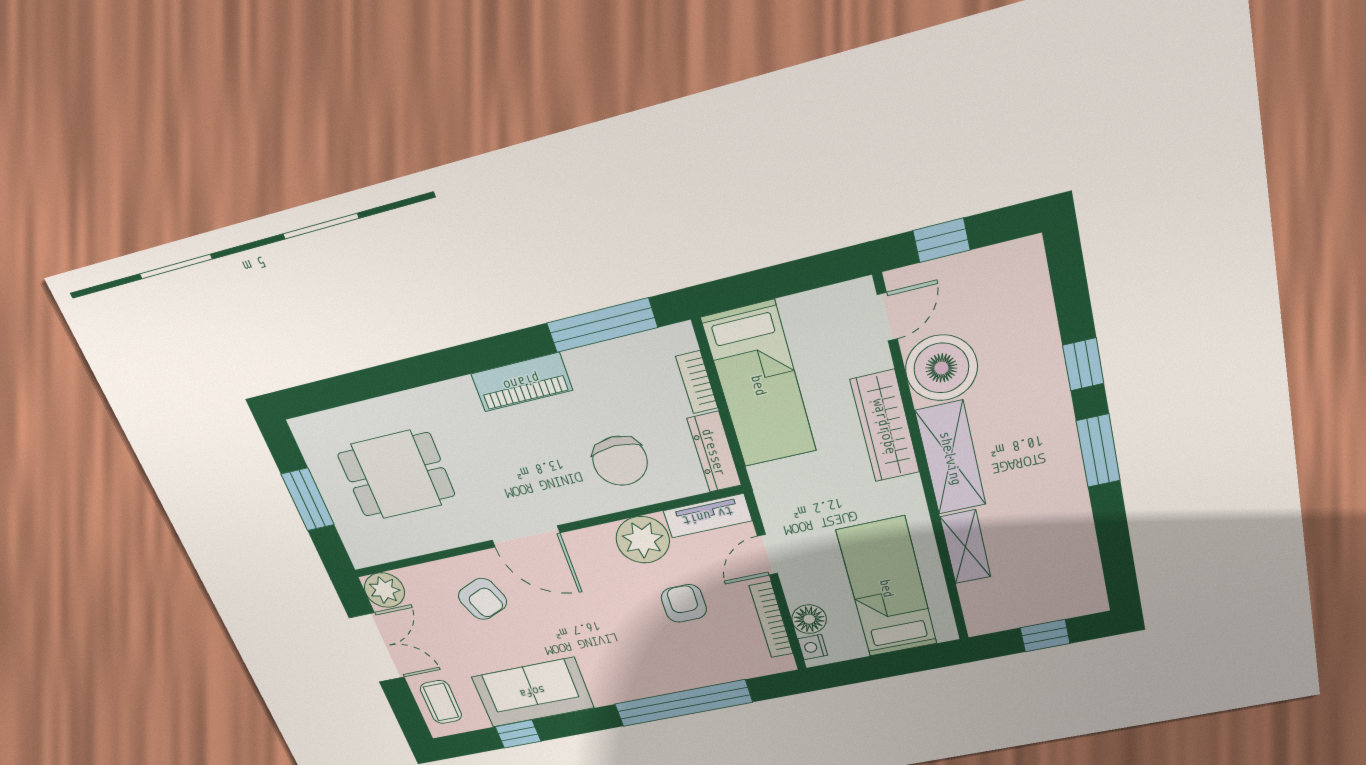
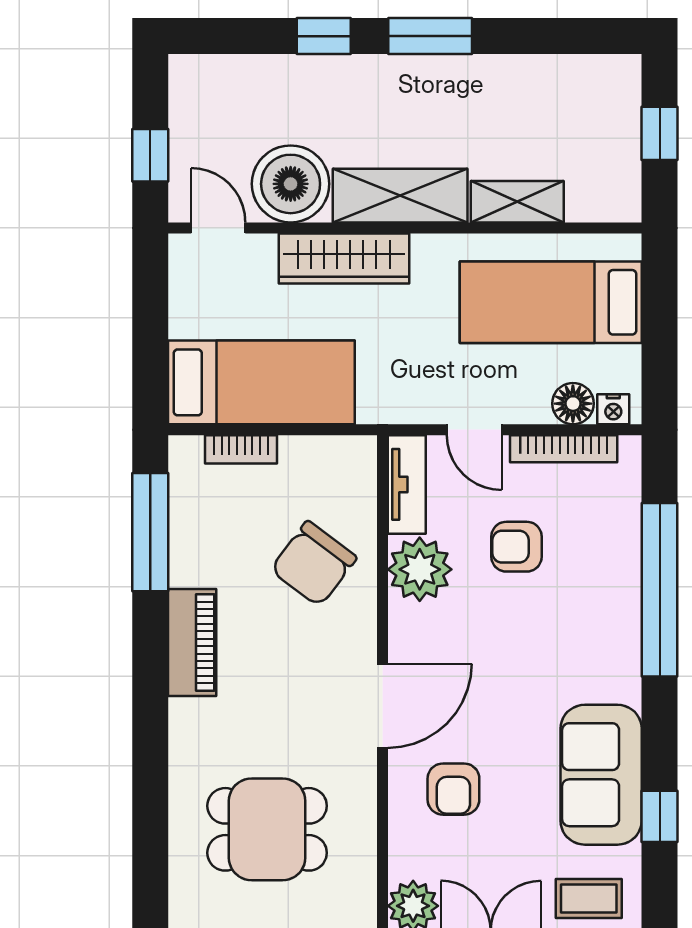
dresser: (714, 452) -> (329, 454), removed
chair: (620, 461) -> (313, 564), turned 127
dining table: (396, 475) -> (267, 829), turned 90
armchair: (483, 599) -> (453, 789), turned 112

